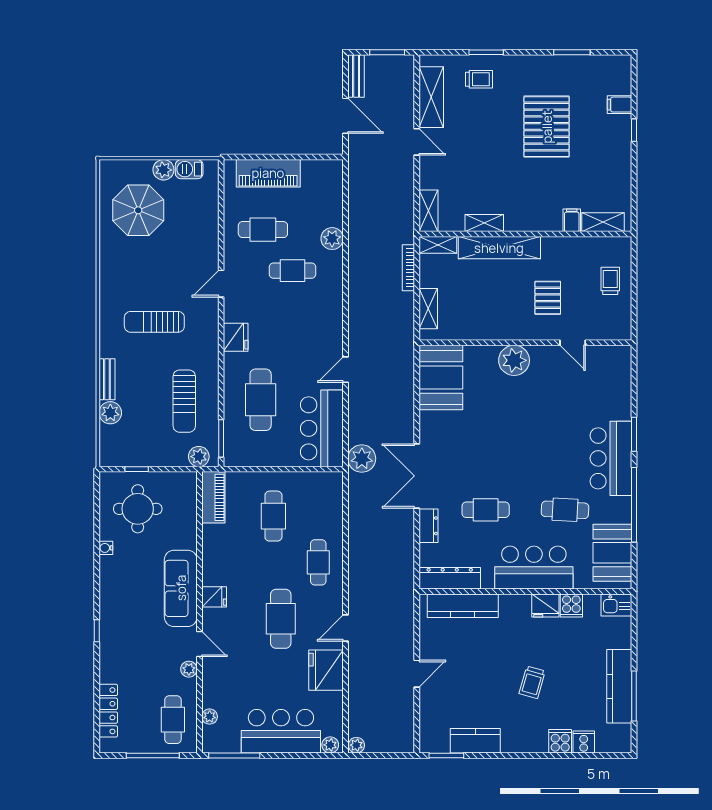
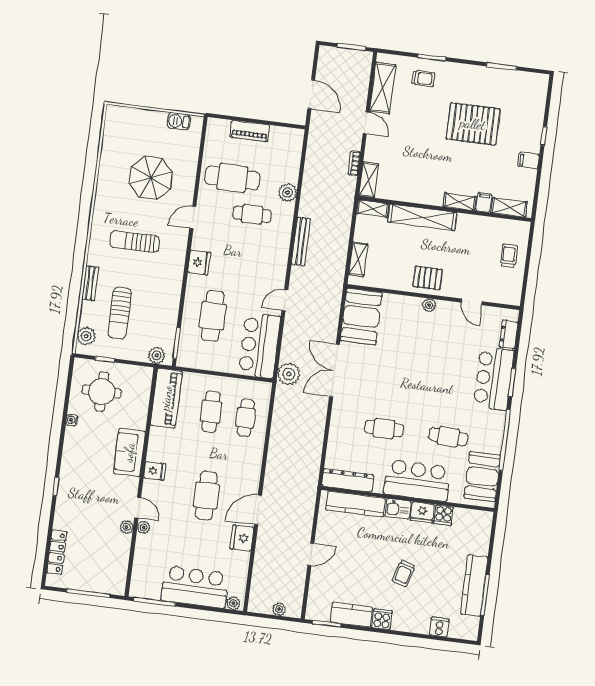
bench: (356, 76) -> (301, 241), moved, width x1.36
filing cabinet: (619, 105) -> (529, 161), moved
pallet: (547, 127) -> (473, 124), turned 90
plant: (163, 170) -> (158, 119), removed
piano: (268, 173) -> (250, 131), width x0.73, depth x0.75
parasol: (138, 210) -> (151, 178), moved
shelving: (484, 223) -> (460, 202), moved
cafe table: (263, 230) -> (232, 178), width x1.37, depth x1.35
bookcase: (408, 268) -> (354, 163), moved, width x0.64
pallet: (548, 298) -> (427, 278), moved, turned 90
plant: (514, 360) -> (429, 305), width x0.53, depth x0.53
sun lounger: (184, 401) -> (120, 313), moved
plant: (110, 413) -> (86, 336), moved
bar counter: (611, 458) -> (494, 378), moved
double door: (417, 476) -> (334, 370), moved
piano: (213, 497) -> (166, 398), width x1.37, depth x1.33
dresser: (429, 526) -> (509, 334), moved, turned 180
cafe table: (318, 562) -> (246, 418), moved
sofa: (181, 588) -> (129, 452), width x0.73
kitchen sink: (616, 605) -> (398, 509), moved
door: (346, 628) -> (258, 510), width x1.38
fridge: (326, 670) -> (242, 538), width x0.73, depth x0.75
plant: (210, 717) -> (144, 527), moved
cafe table: (173, 720) -> (108, 566), removed
cooker: (560, 741) -> (382, 619), moved
plant: (356, 745) -> (279, 609), moved

